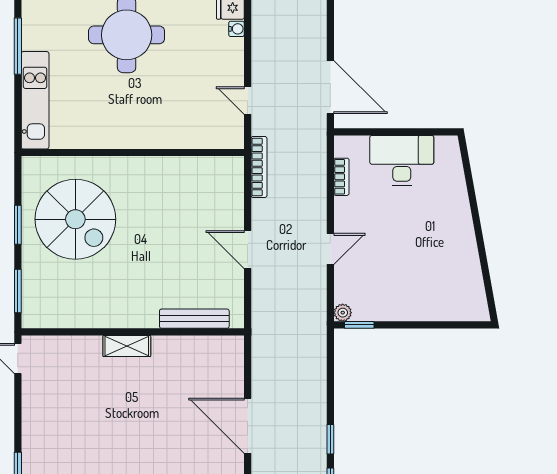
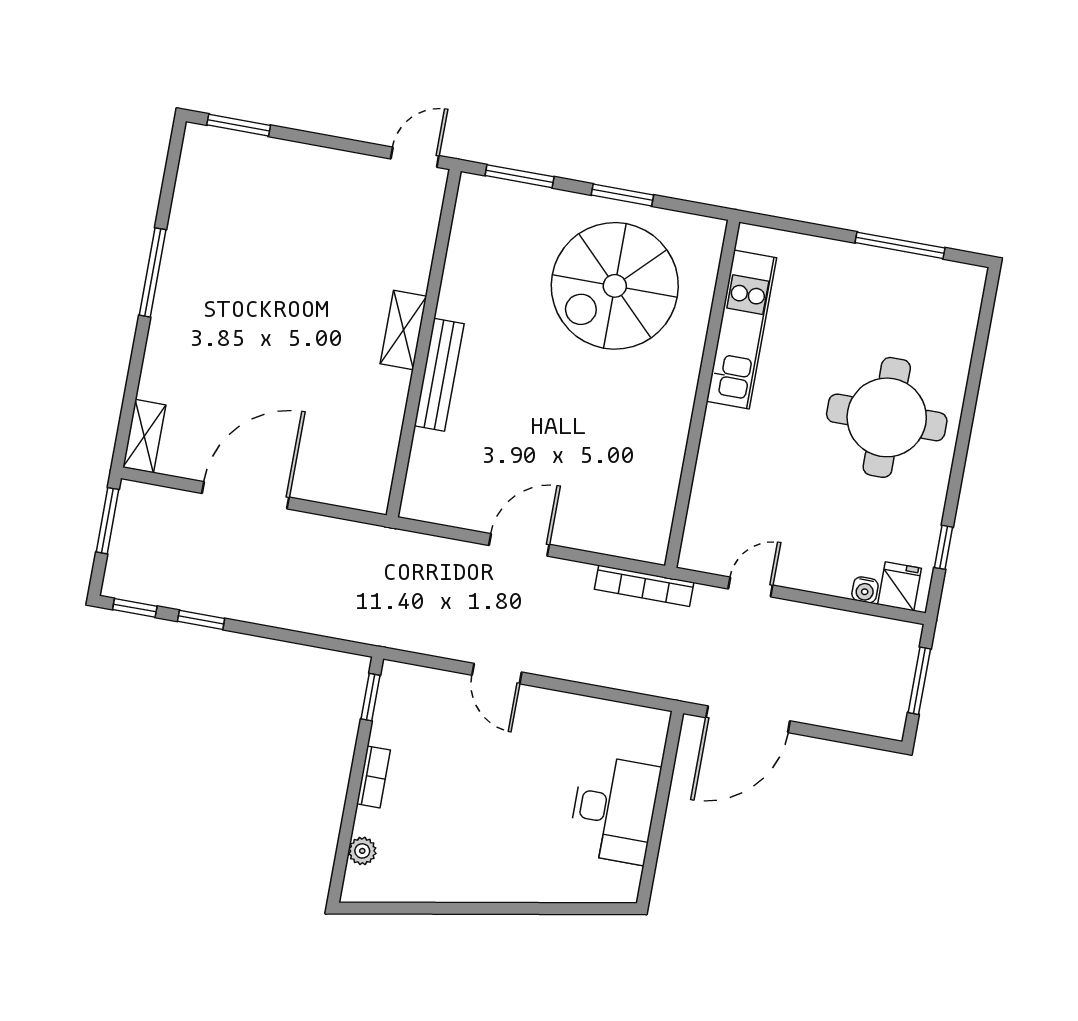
kitchen unit: (35, 100) -> (741, 329), moved, turned -90
bookcase: (341, 177) -> (374, 777), moved, turned -90
plant: (343, 313) -> (362, 851), moved
bench: (194, 319) -> (439, 375), moved

